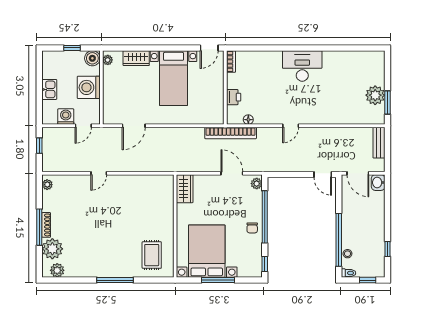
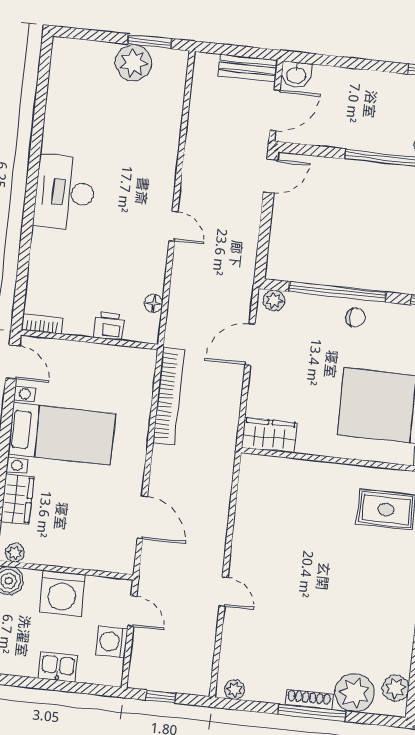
bookcase: (231, 133) -> (169, 396), moved
bench: (379, 143) -> (248, 68), moved

